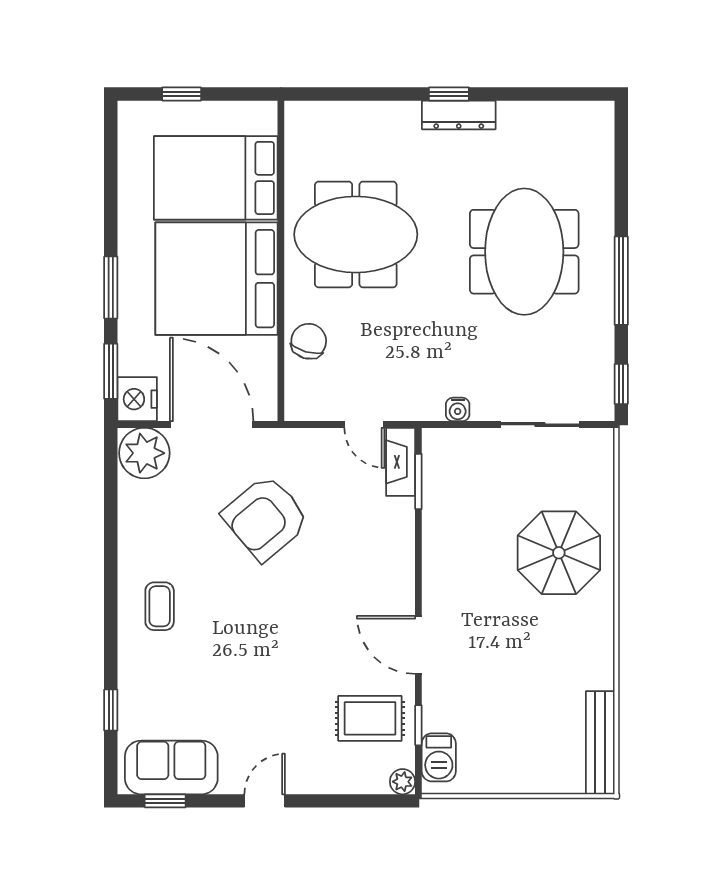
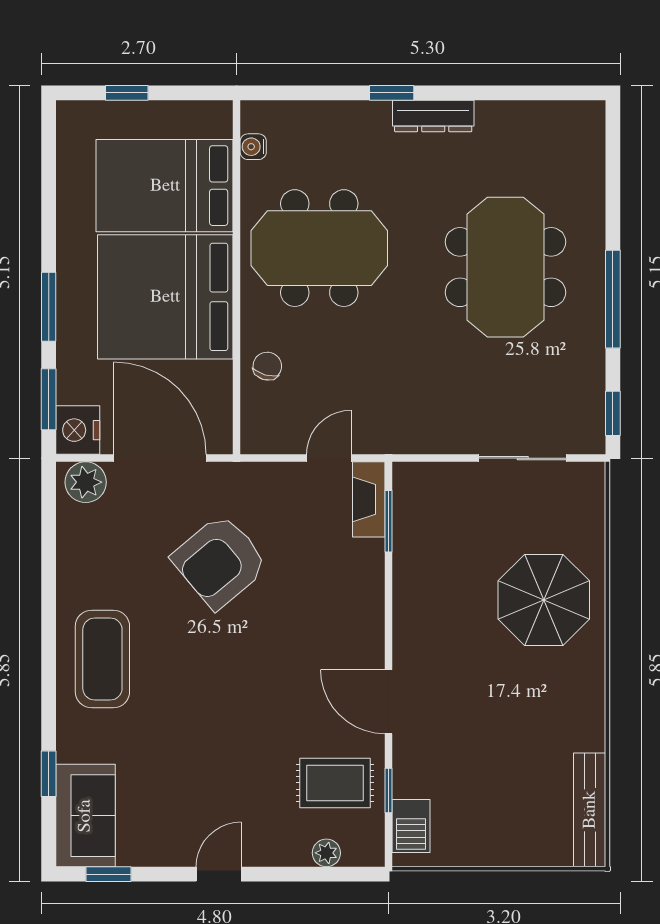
window: (449, 94) -> (392, 93), moved
chair: (309, 341) -> (267, 366), width x0.73, depth x0.73
water cooler: (458, 409) -> (253, 147), moved, turned 90
door: (364, 424) -> (329, 458), swing flipped
plant: (144, 453) -> (86, 482), width x0.73, depth x0.73
coffee table: (160, 606) -> (102, 659), width x1.86, depth x1.72
sofa: (171, 767) -> (85, 816), moved, turned 90
plant: (402, 782) -> (326, 853), moved

